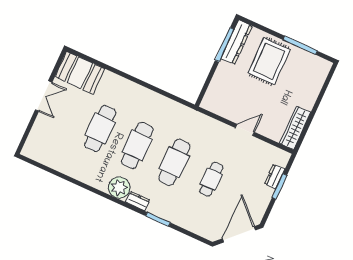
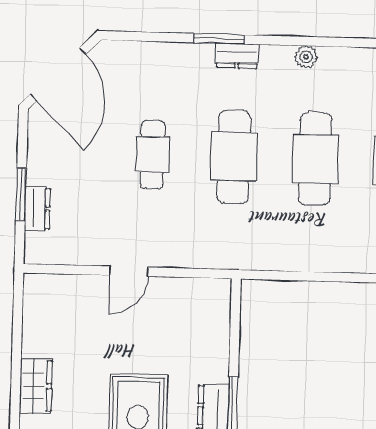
wardrobe: (295, 128) -> (36, 386), moved, width x0.67
plant: (119, 188) -> (306, 57), width x0.53, depth x0.53
dresser: (138, 201) -> (237, 56), moved

